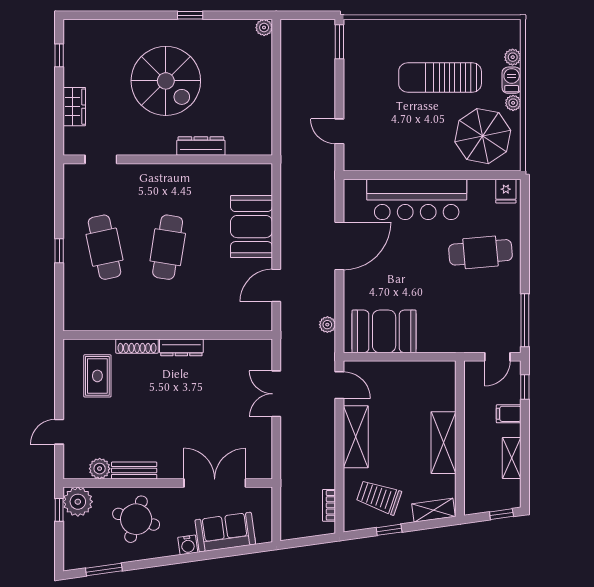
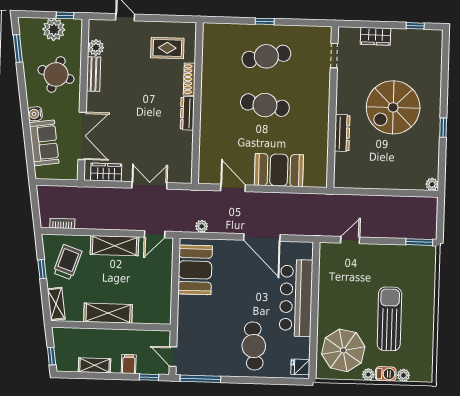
wardrobe: (261, 450) -> (106, 172), added
plant: (78, 502) -> (54, 29), moved

